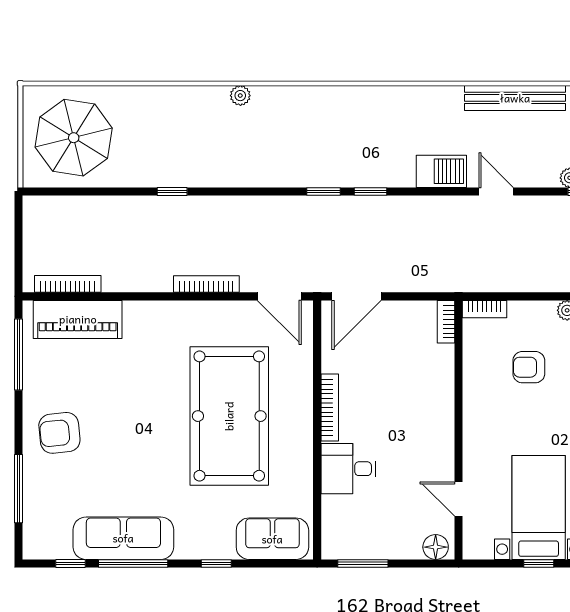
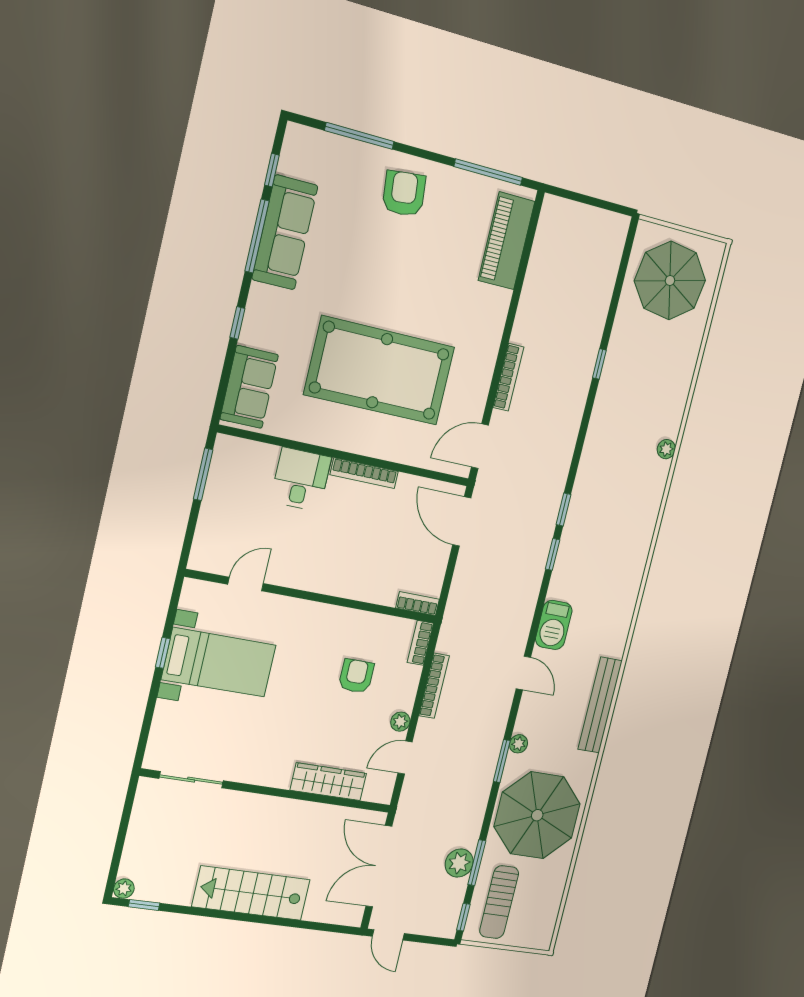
door: (496, 192) -> (523, 673), hinge flipped
bookcase: (68, 284) -> (434, 686), moved
floor lamp: (436, 547) -> (203, 552), removed

